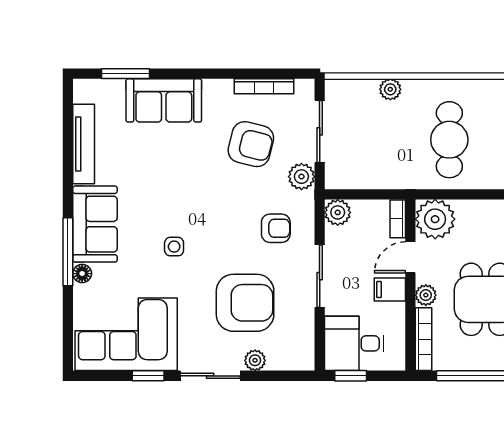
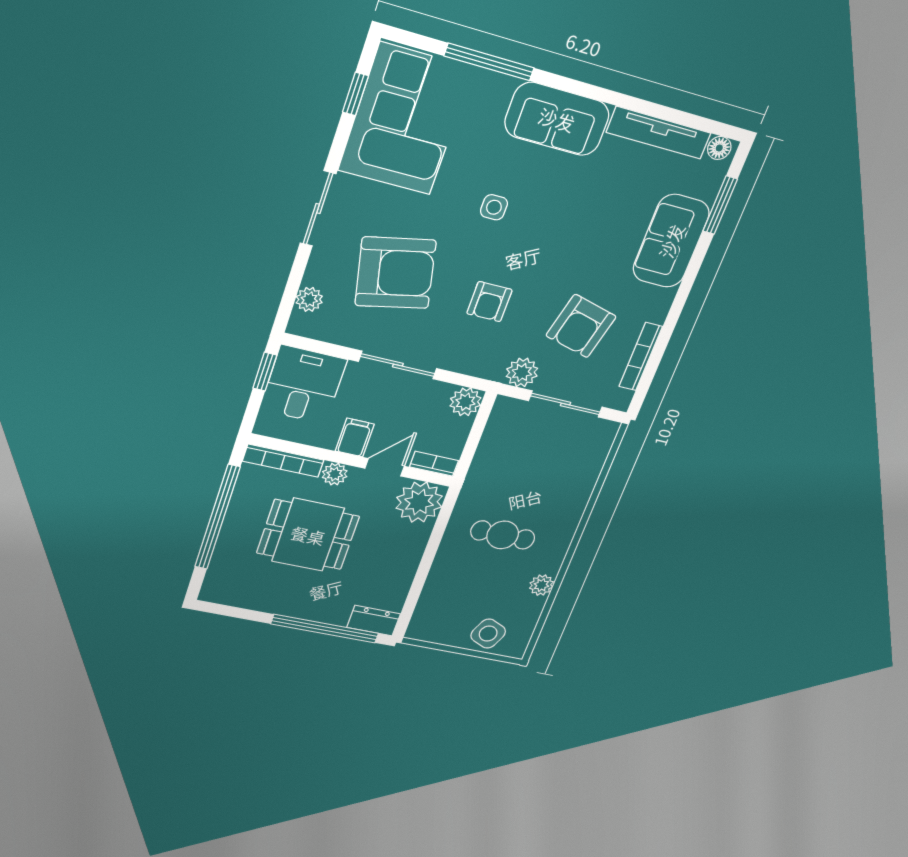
plant: (390, 89) -> (541, 585), moved
cafe table: (449, 140) -> (503, 535), width x0.73, depth x0.74
armchair: (276, 228) -> (489, 302), moved
window: (68, 252) -> (489, 62), moved
door: (410, 257) -> (385, 467), hinge flipped
floor lamp: (82, 274) -> (719, 148), moved
armchair: (245, 303) -> (395, 273), turned -102
plant: (255, 360) -> (309, 299), moved
window: (148, 376) -> (355, 94), moved

